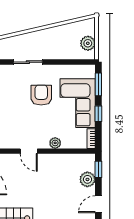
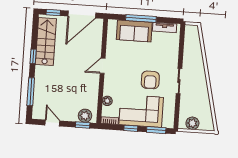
sliding door: (28, 62) -> (179, 81), moved
armchair: (41, 95) -> (150, 80), turned 90
plant: (55, 143) -> (107, 101), moved
plant: (87, 179) -> (85, 116), moved

